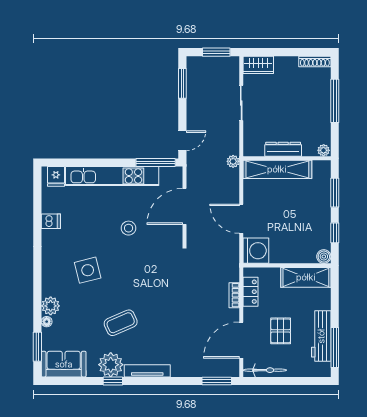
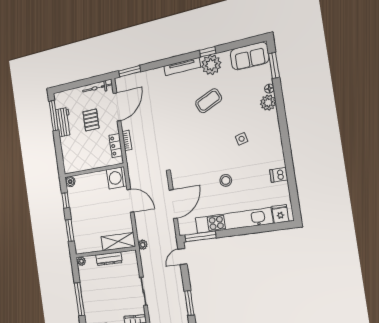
shelving: (277, 169) -> (118, 242), width x0.68
stool: (129, 228) -> (226, 180), moved
side table: (88, 270) -> (242, 139), width x0.54, depth x0.54
shelving: (306, 277) -> (80, 164), removed
workbench: (321, 336) -> (64, 122), width x0.73

